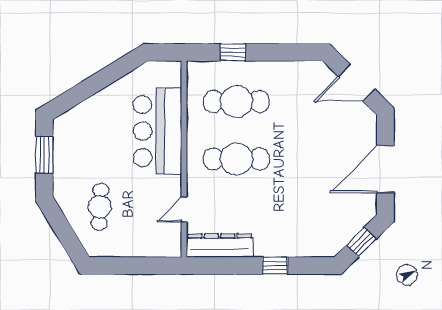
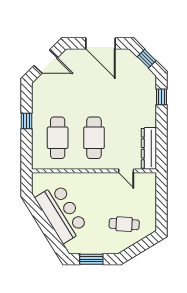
window: (233, 52) -> (26, 121), moved
door: (357, 83) -> (46, 62), hinge flipped
bar counter: (157, 131) -> (62, 213), moved, turned -122
window: (275, 266) -> (161, 97), moved

